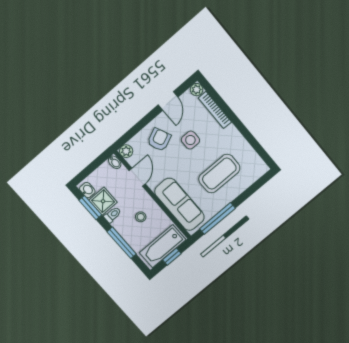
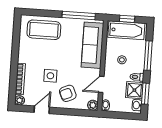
coffee table: (219, 174) -> (44, 30), moved

